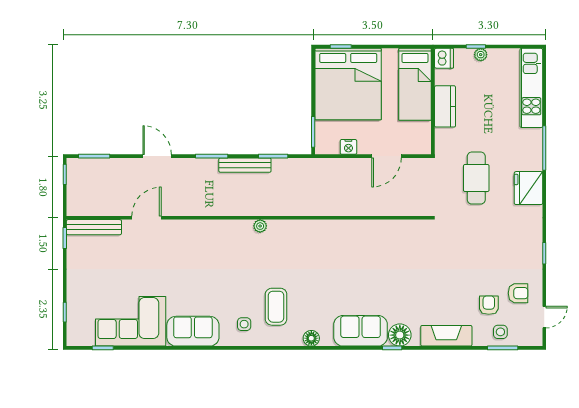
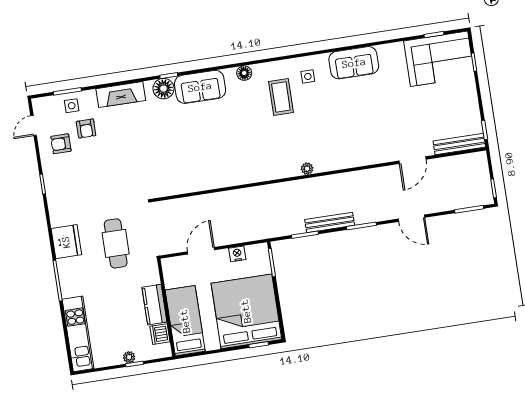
dishwasher: (444, 58) -> (160, 334), moved
corner sofa: (131, 321) -> (439, 59), moved

